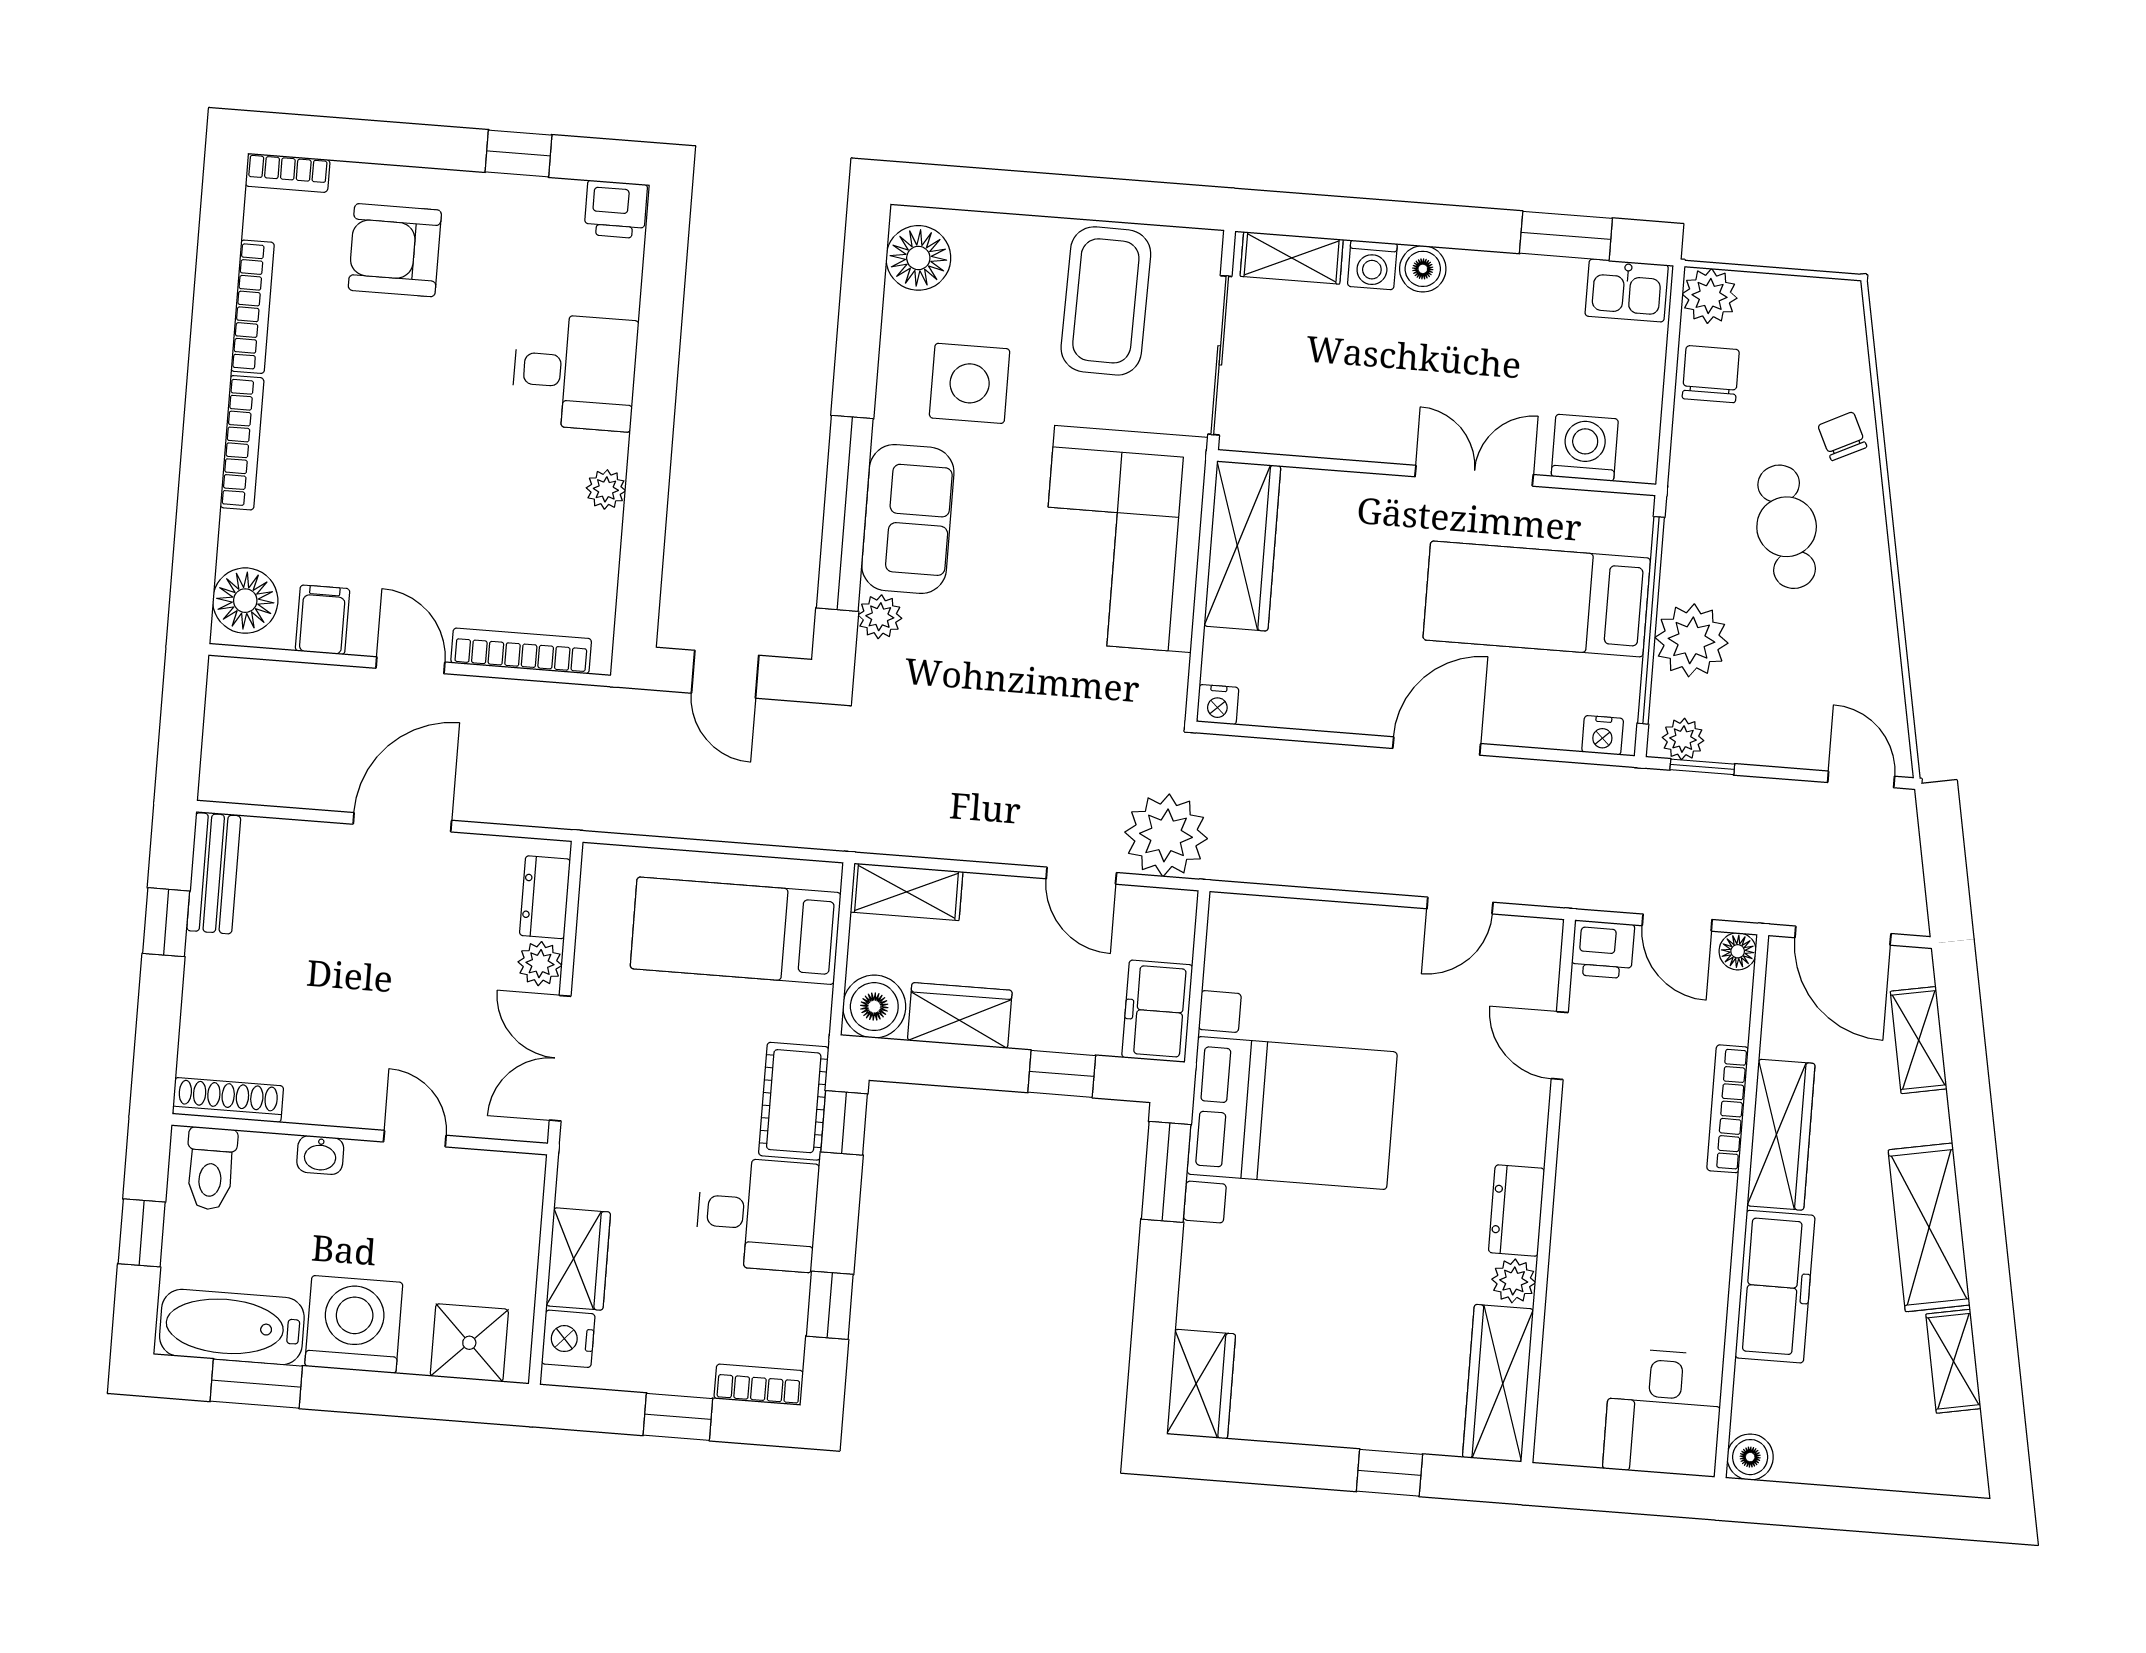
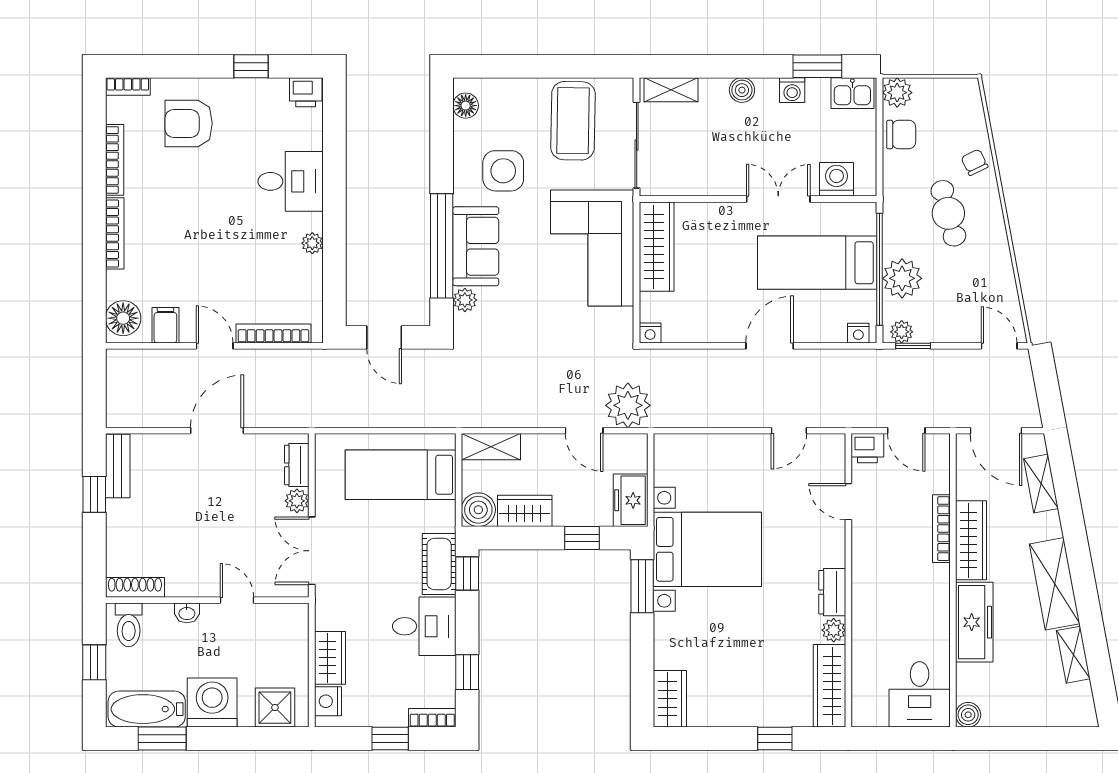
floor lamp: (918, 258) -> (466, 106), width x0.73, depth x0.73
washing machine: (1372, 265) -> (792, 90), moved
chair: (1711, 374) -> (901, 135), turned 90
floor lamp: (1738, 951) -> (940, 443), removed

